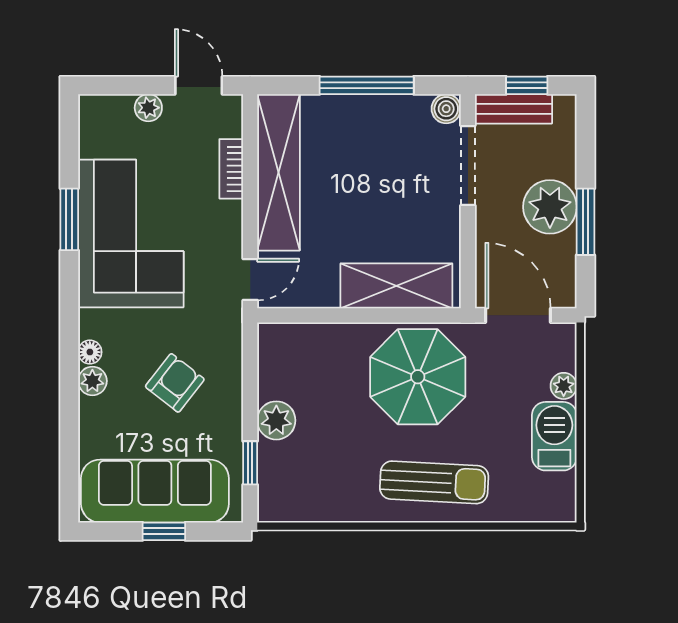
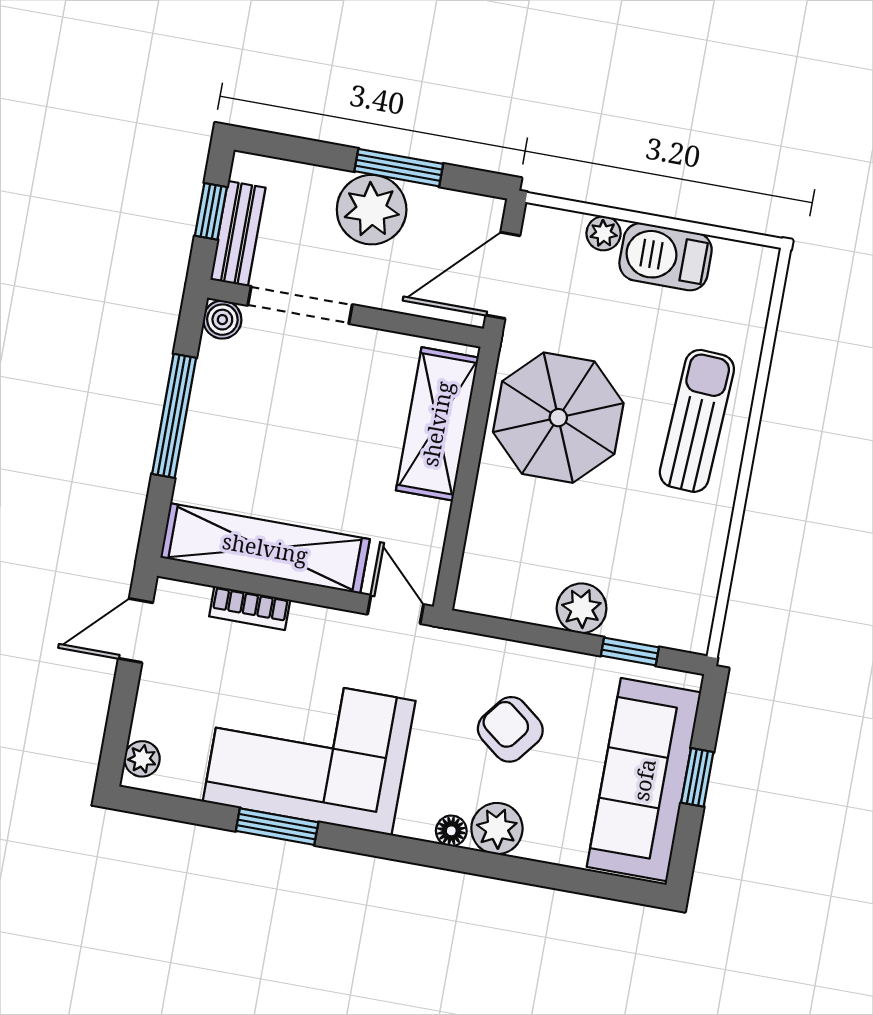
plant: (148, 108) -> (142, 759), moved
plant: (92, 381) -> (497, 829), width x1.38, depth x1.38

